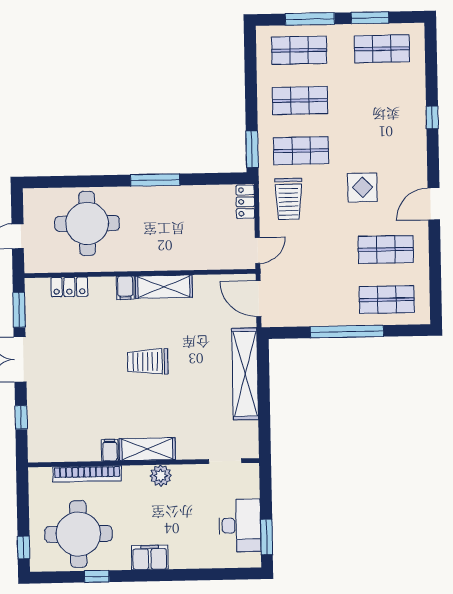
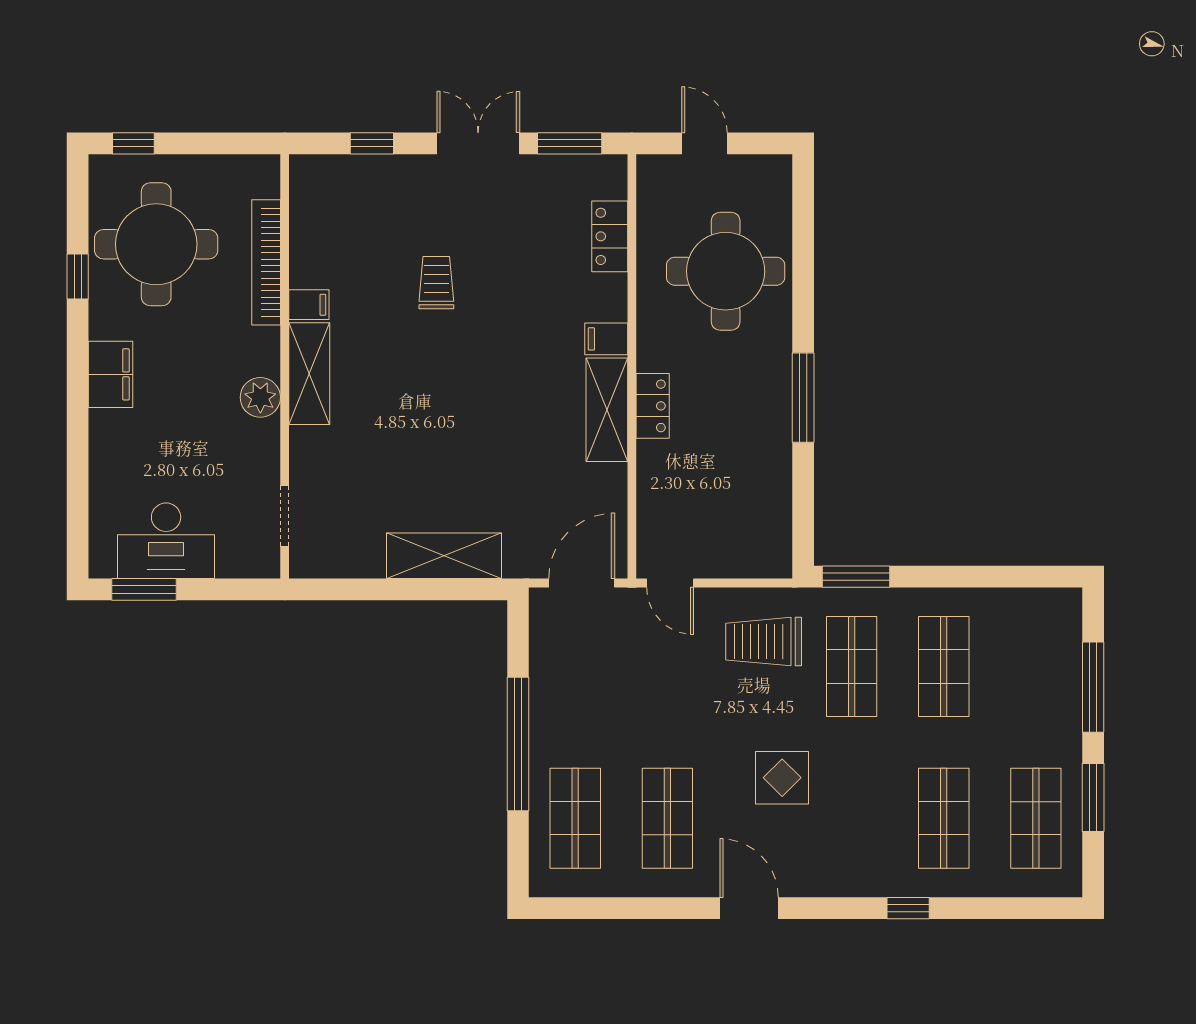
shop shelf: (299, 50) -> (944, 818), moved
locker: (245, 202) -> (653, 406), moved, turned 90
trolley: (148, 362) -> (436, 283), moved, width x0.73, depth x0.72
shelving: (245, 374) -> (444, 556), width x0.68

